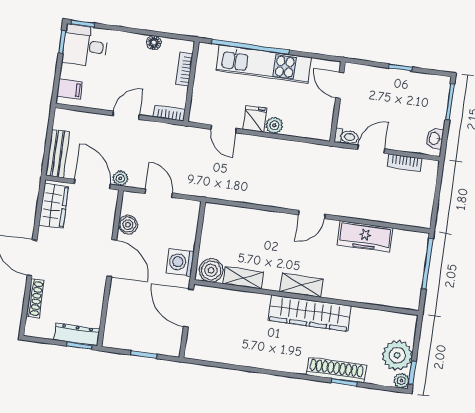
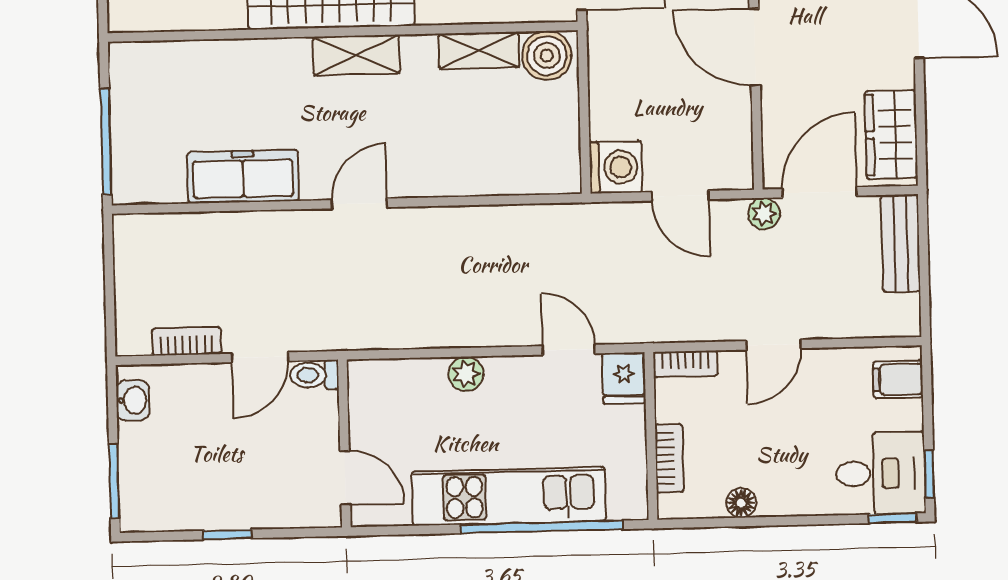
fridge: (255, 119) -> (624, 378), moved
door: (92, 184) -> (819, 192), swing flipped
boiler: (128, 225) -> (733, 121), removed
washing machine: (180, 262) -> (616, 167), moved

